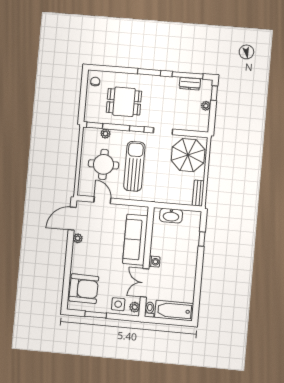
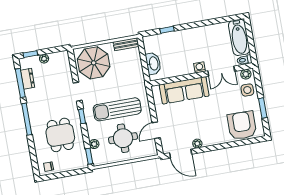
window: (149, 72) -> (27, 119), width x1.44

